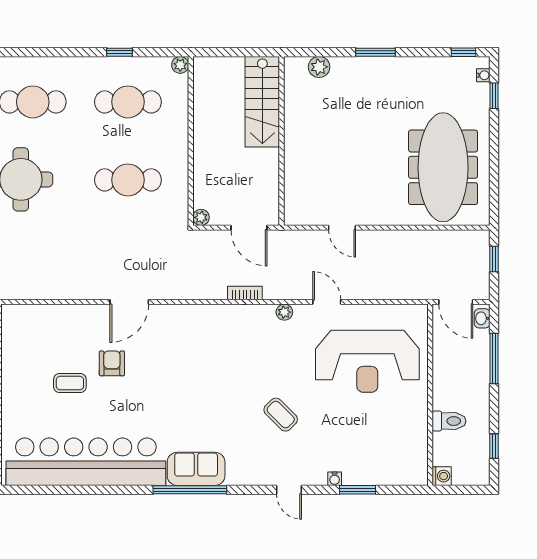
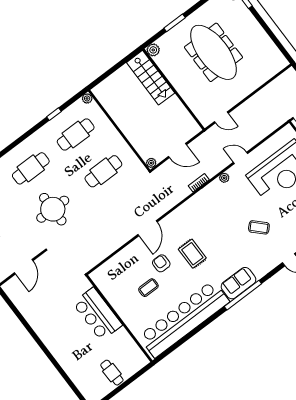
stairs: (262, 102) -> (151, 78), moved
wall: (282, 141) -> (174, 89), moved
meeting table: (443, 167) -> (213, 52), moved
rug: (164, 382) -> (192, 254), added

